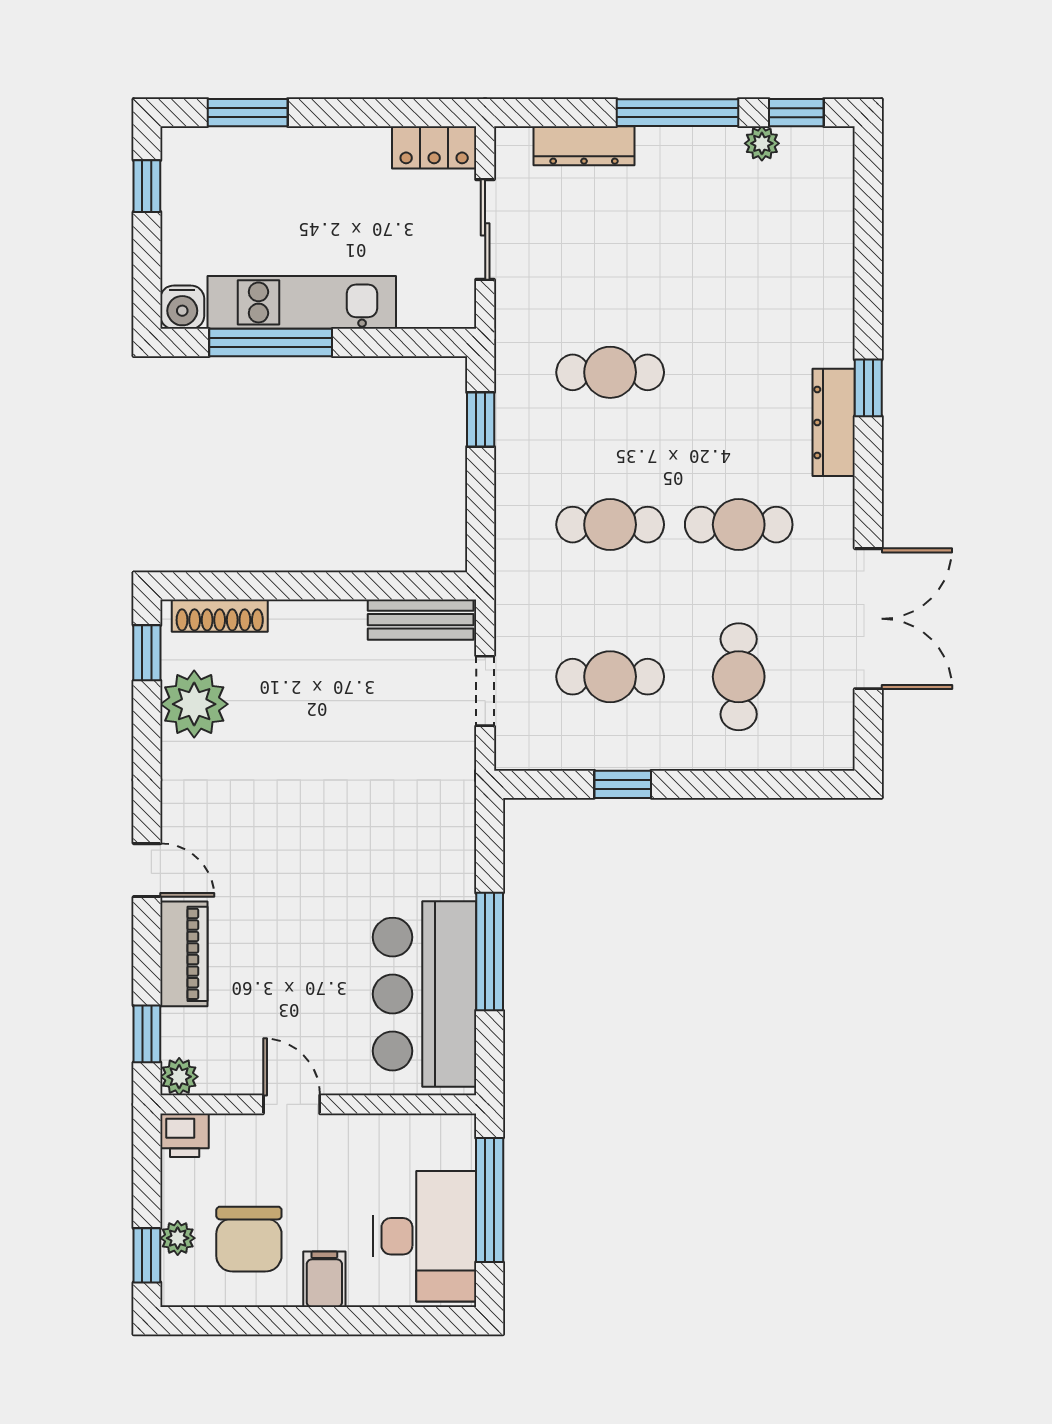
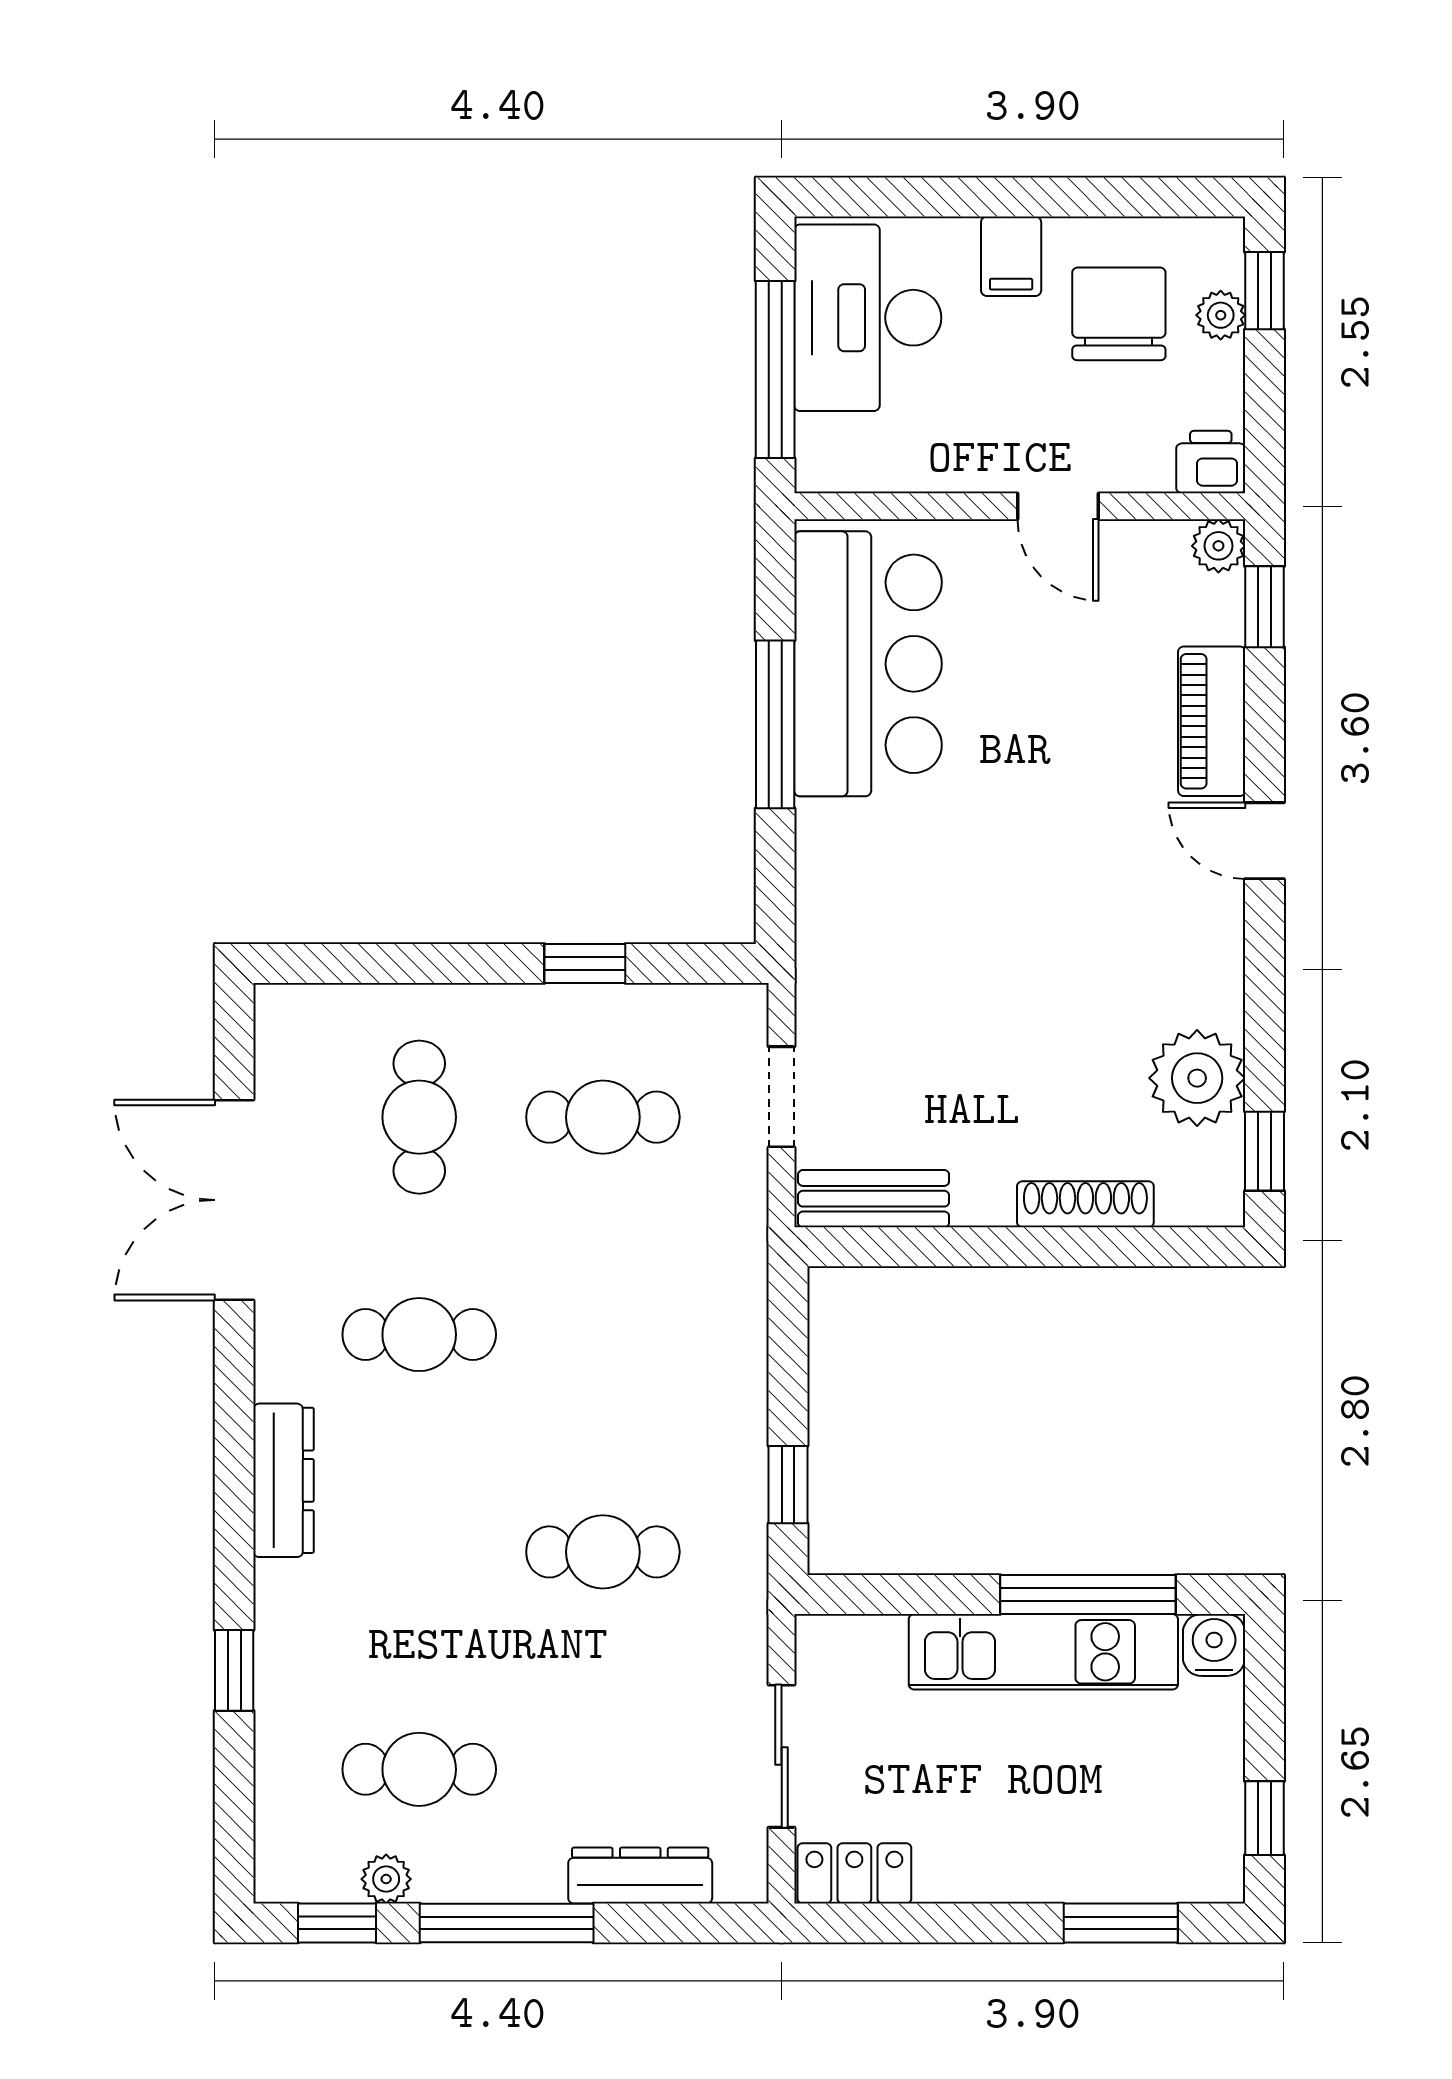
window: (868, 388) -> (234, 1670), moved
cafe table: (610, 525) -> (419, 1769), moved
shoe rack: (220, 616) -> (1085, 1204), moved

